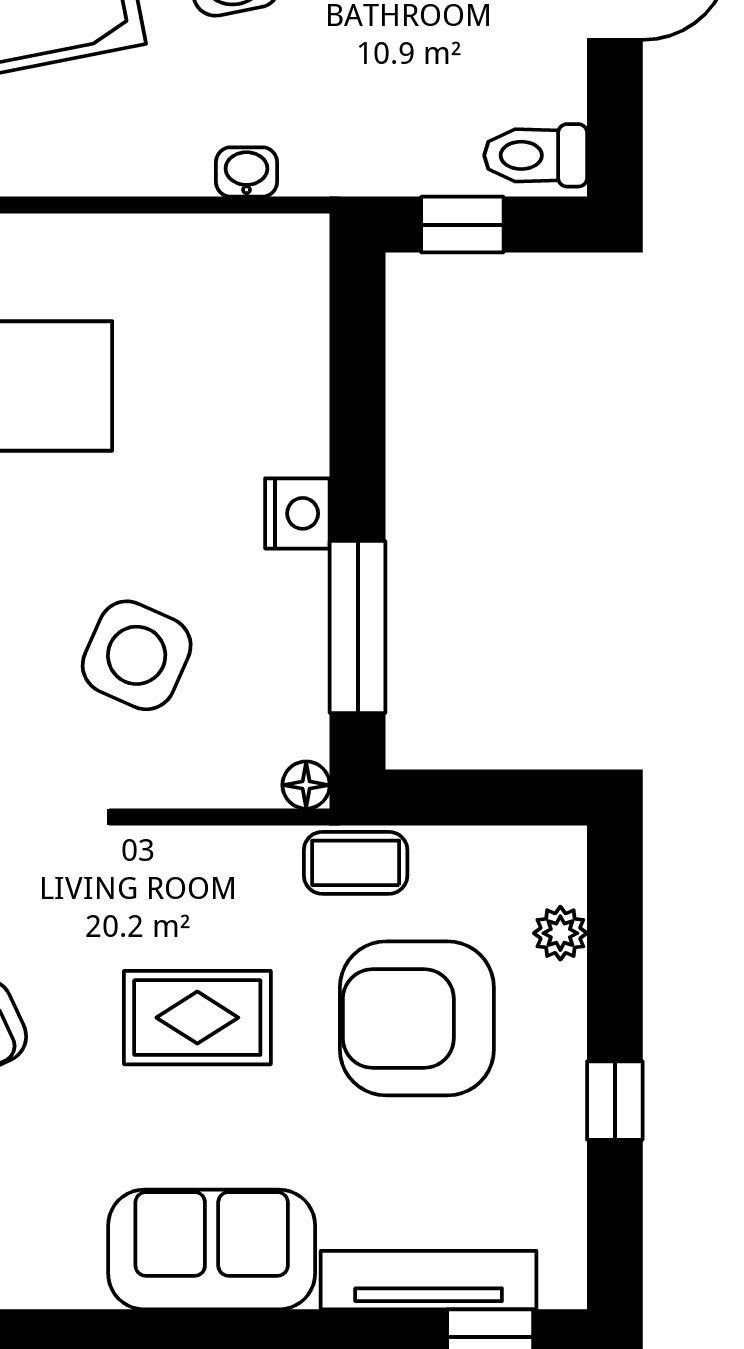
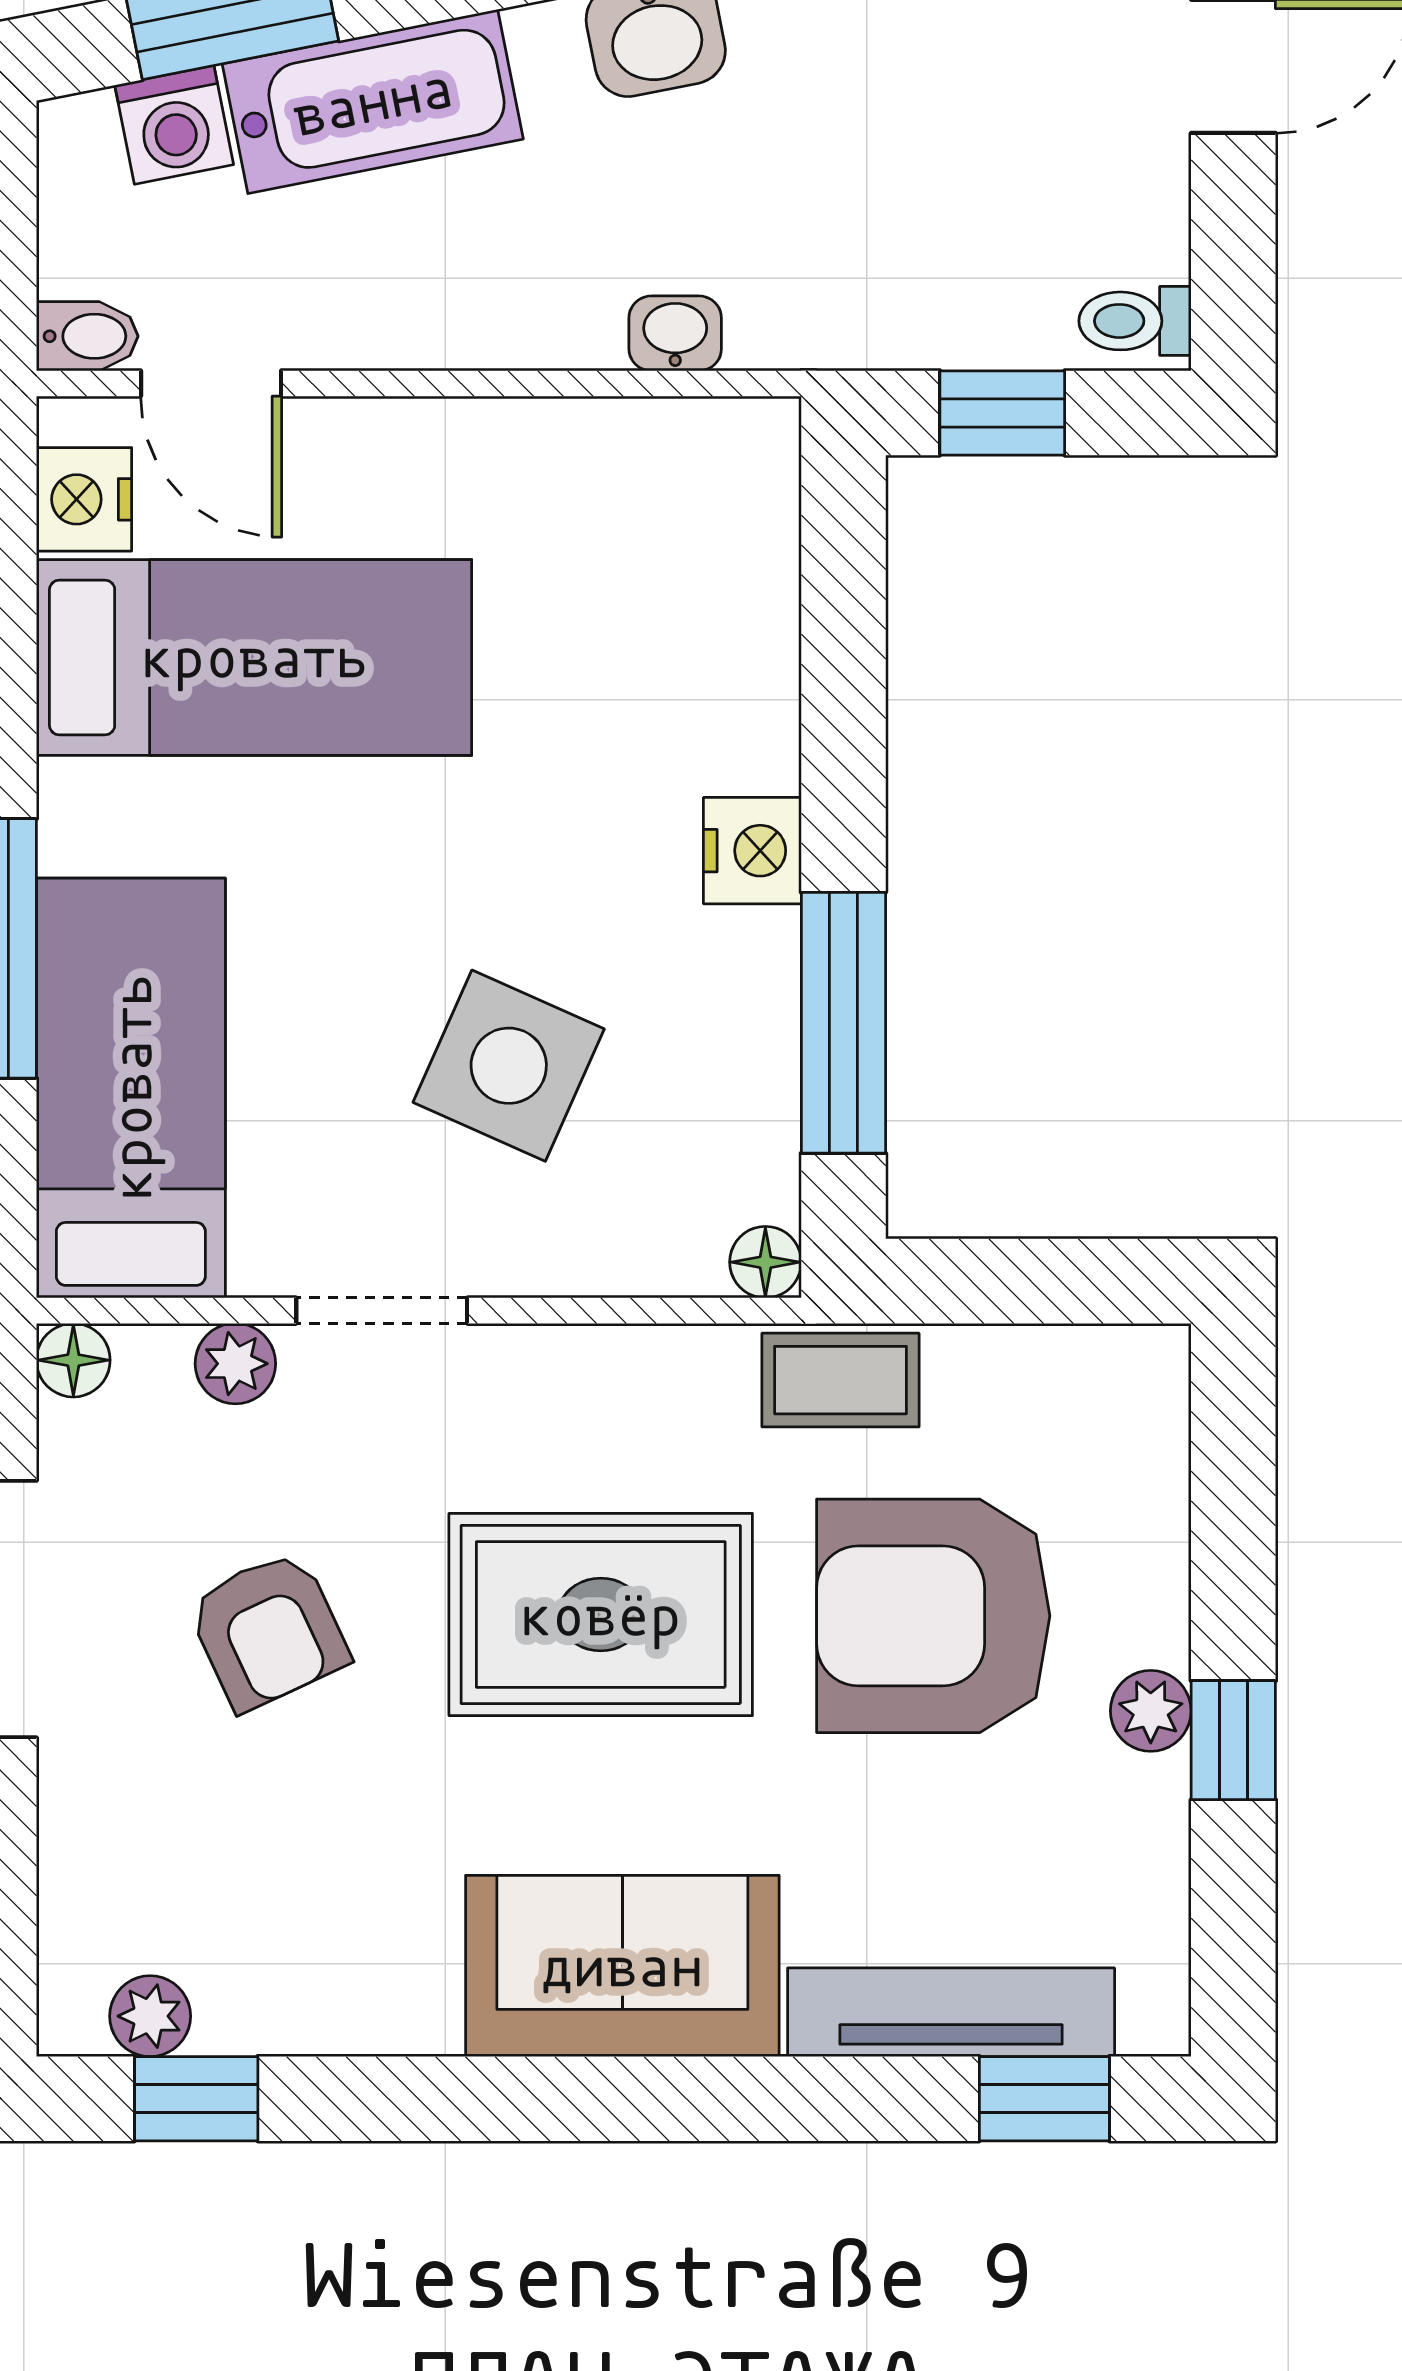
toilet: (536, 155) -> (1135, 321), width x0.73, depth x0.72
plant: (560, 933) -> (1151, 1711), moved
rug: (197, 1018) -> (601, 1615), width x1.36, depth x1.43

